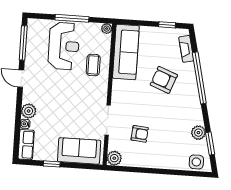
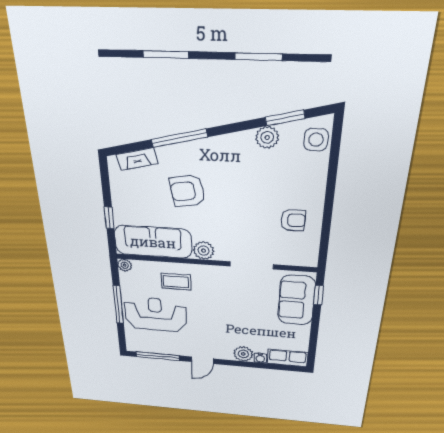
window: (167, 25) -> (109, 218), moved
window: (199, 78) -> (179, 138), width x0.68
armchair: (164, 80) -> (187, 191), turned 59
armchair: (140, 134) -> (293, 220), moved, turned 85
plant: (114, 158) -> (204, 251), moved
window: (52, 164) -> (318, 295), moved

